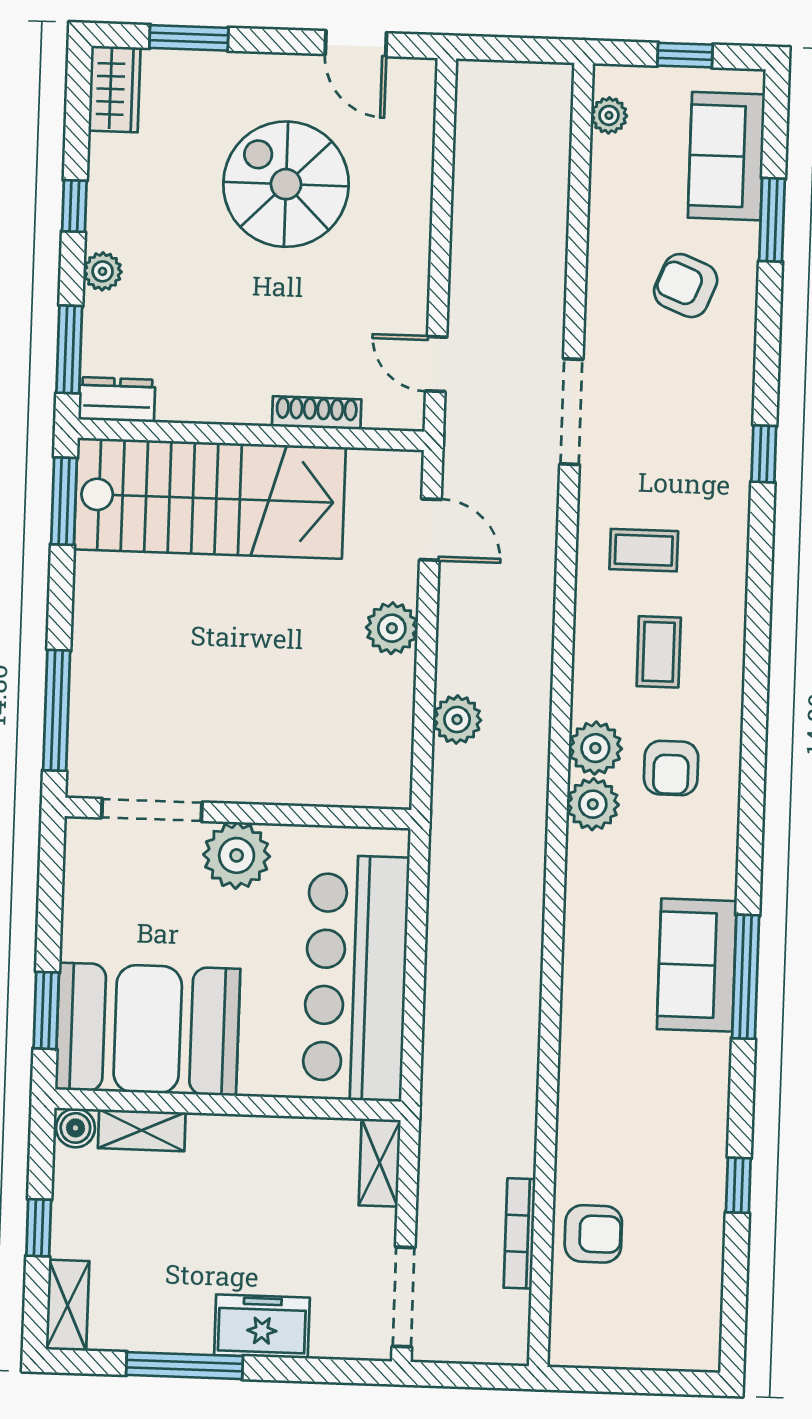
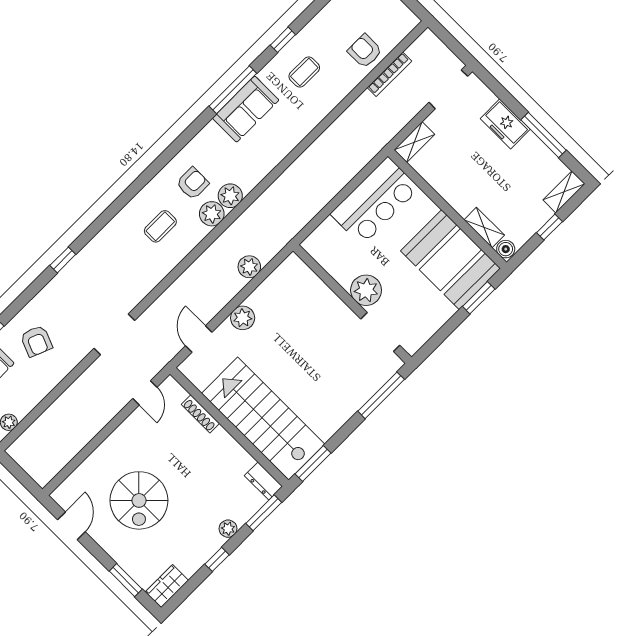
coffee table: (644, 550) -> (304, 72), moved, turned 90
bar counter: (356, 978) -> (375, 201), width x0.73
window: (738, 1185) -> (283, 40), moved

